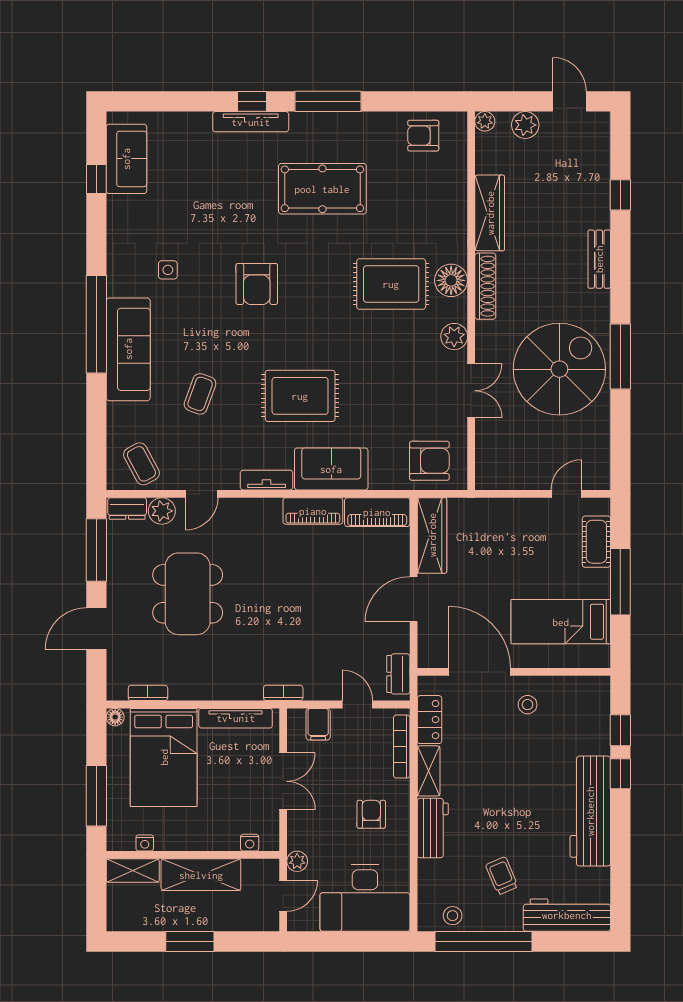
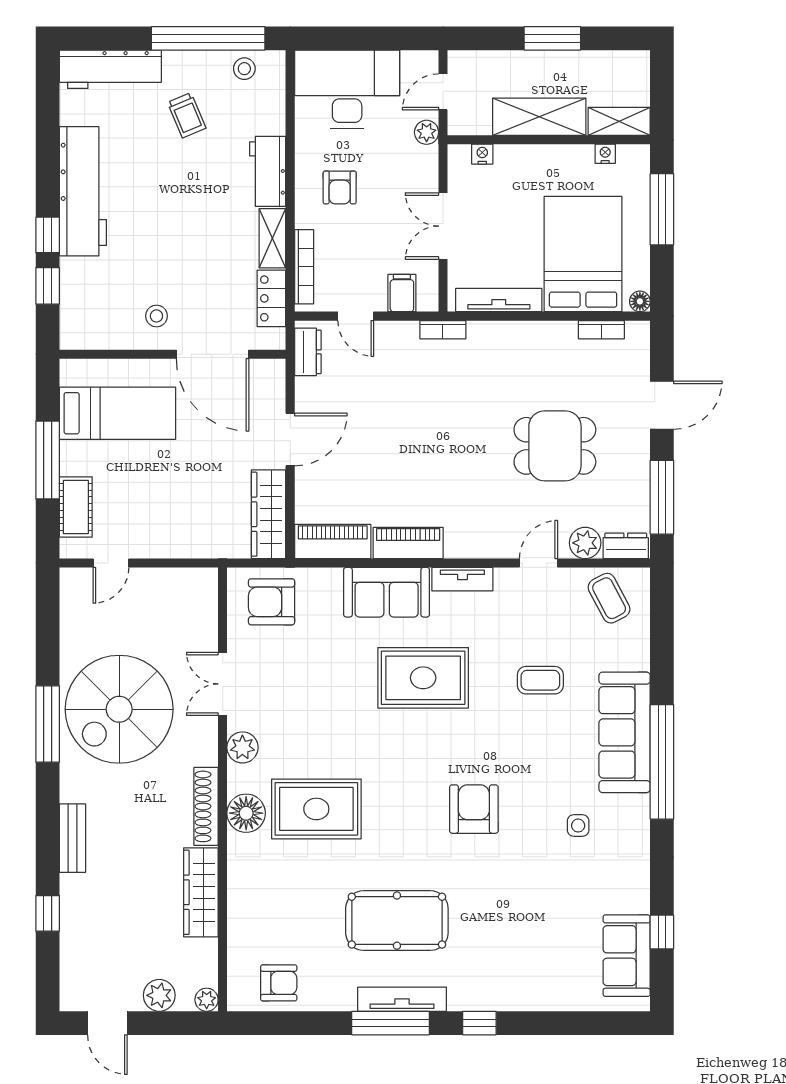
tv unit: (251, 122) -> (402, 999), moved
coffee table: (200, 394) -> (540, 680), turned 70
dining table: (188, 594) -> (555, 446), width x0.73

